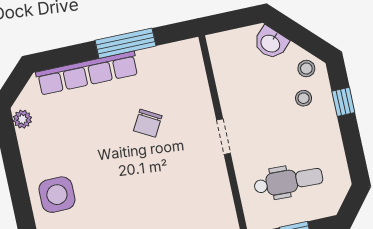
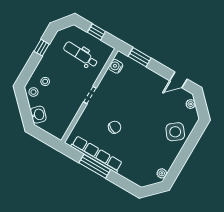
row of seats: (87, 73) -> (97, 154), moved
window: (343, 102) -> (42, 48), moved
side table: (57, 195) -> (175, 132), turned -38
water cooler: (224, 210) -> (116, 66), added

